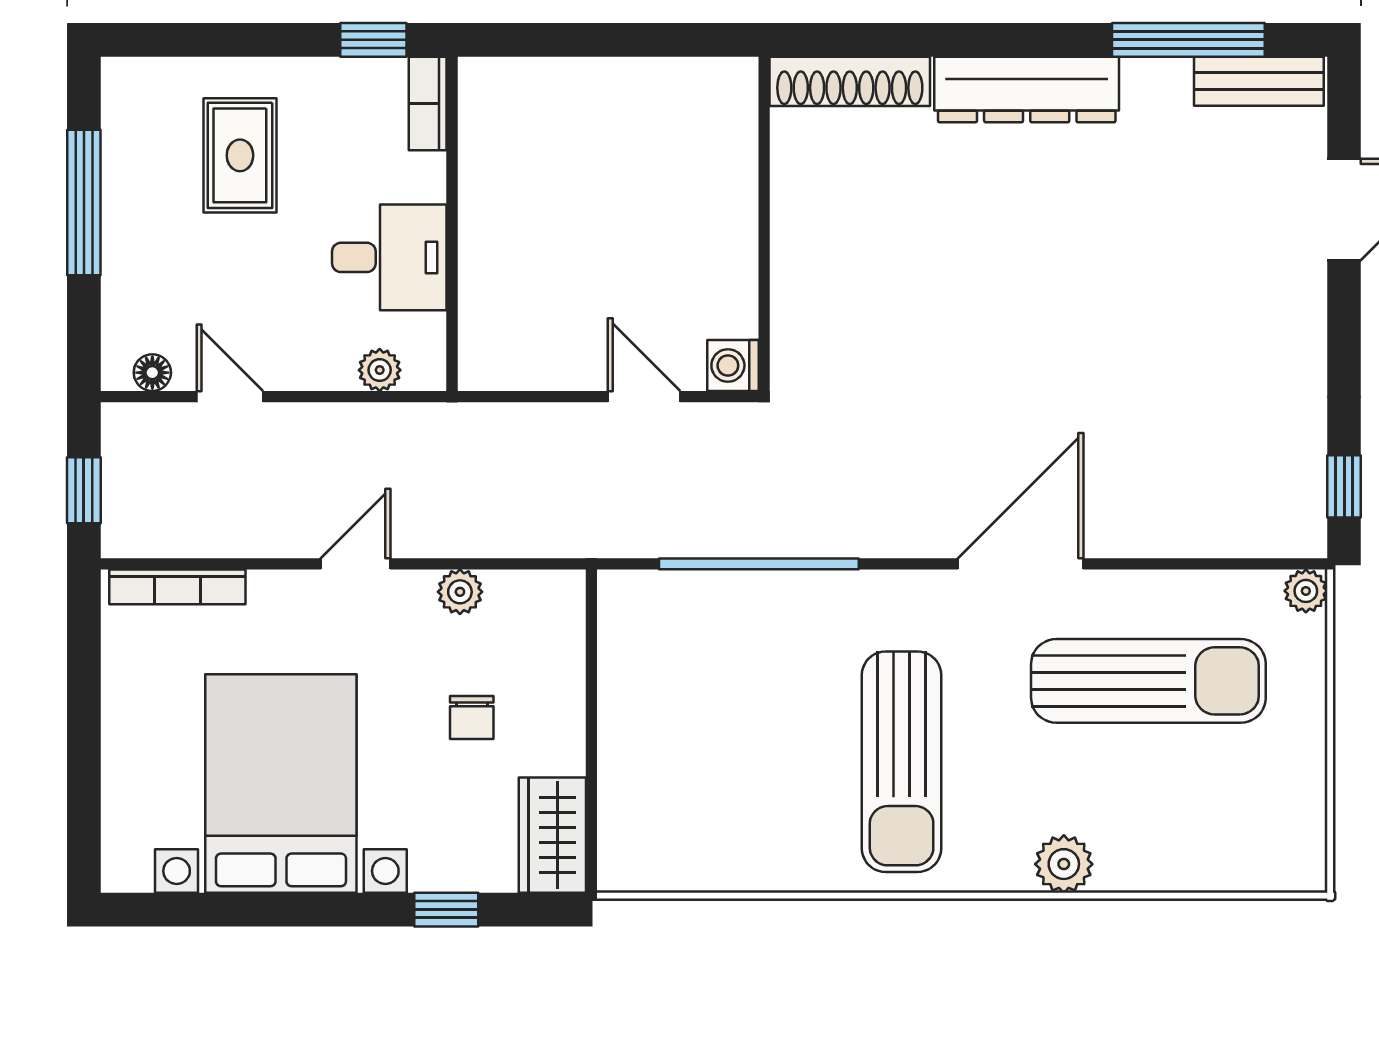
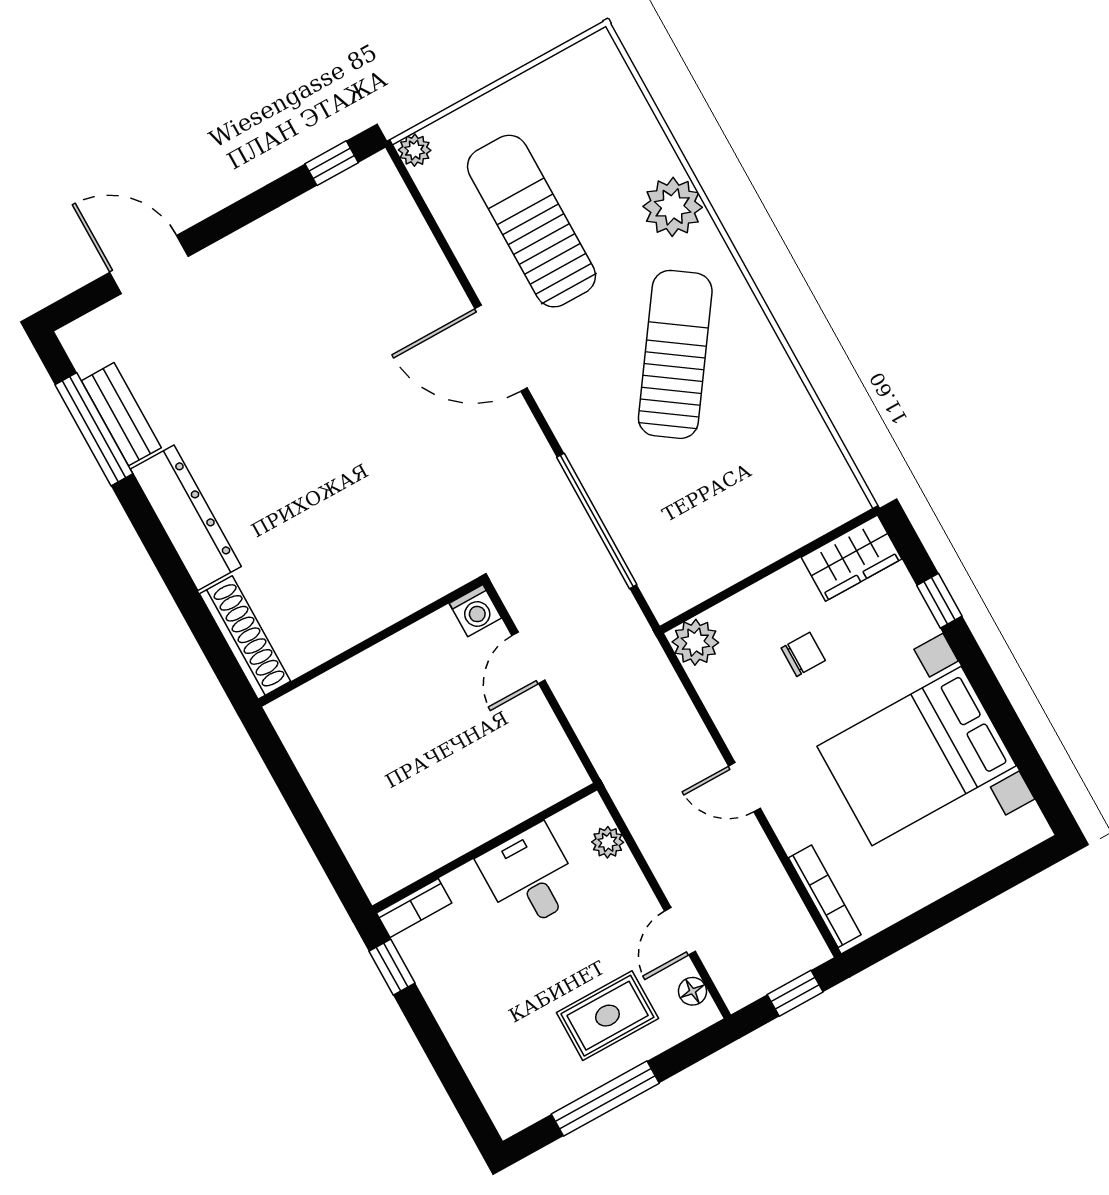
bench: (1259, 81) -> (121, 414), moved
rug: (240, 155) -> (607, 1016), moved
plant: (460, 592) -> (695, 642), moved, width x1.38, depth x1.38
sun lounger: (902, 762) -> (675, 354), turned -55
plant: (1064, 864) -> (673, 207), width x1.36, depth x1.36

